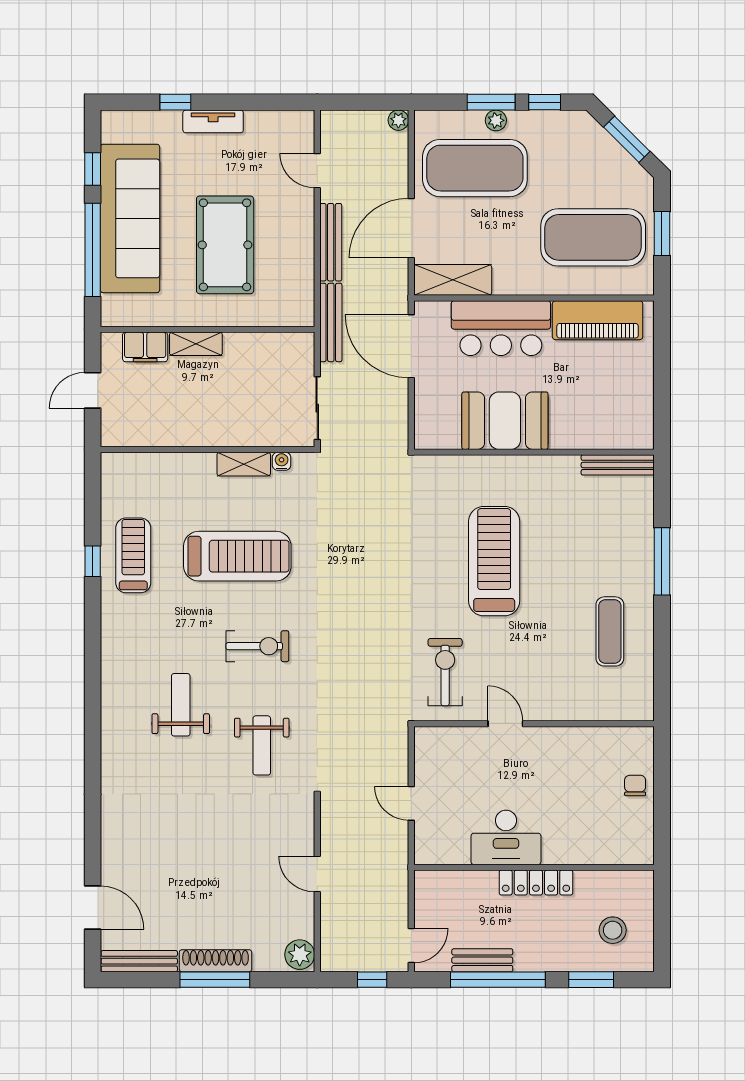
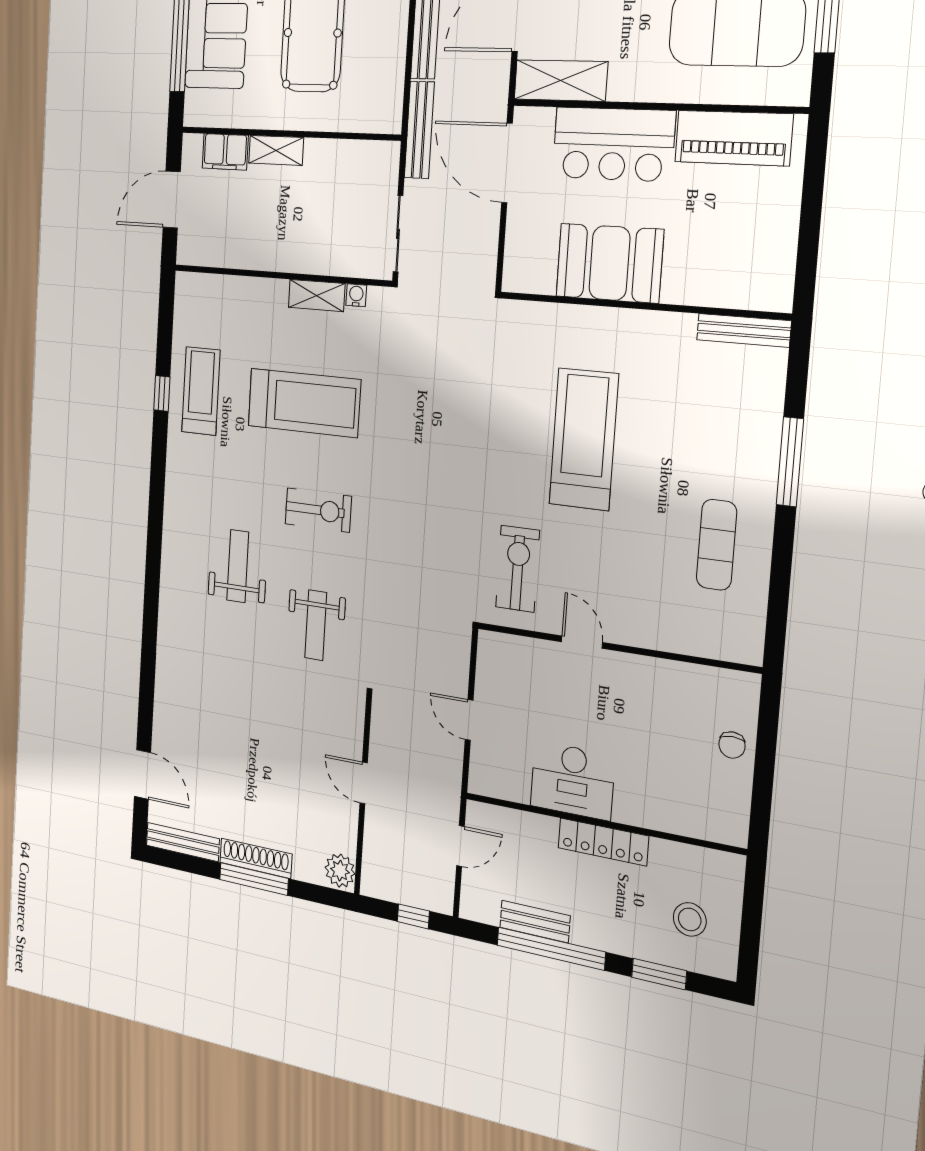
door: (93, 390) -> (172, 200), width x1.38
chair: (635, 786) -> (732, 745), turned 180
door: (411, 946) -> (460, 846), moved

